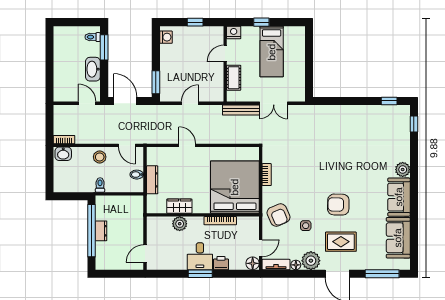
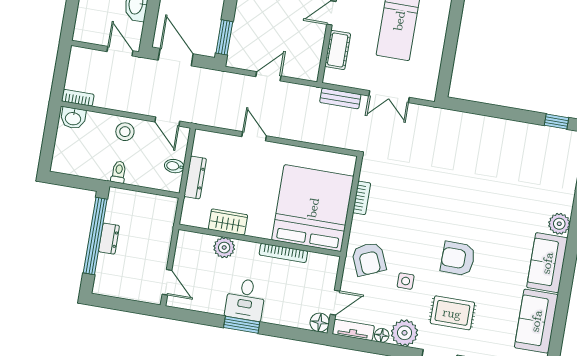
bench: (241, 110) -> (340, 98), width x0.73
door: (145, 254) -> (167, 282), swing flipped
printer: (221, 263) -> (274, 314), removed

